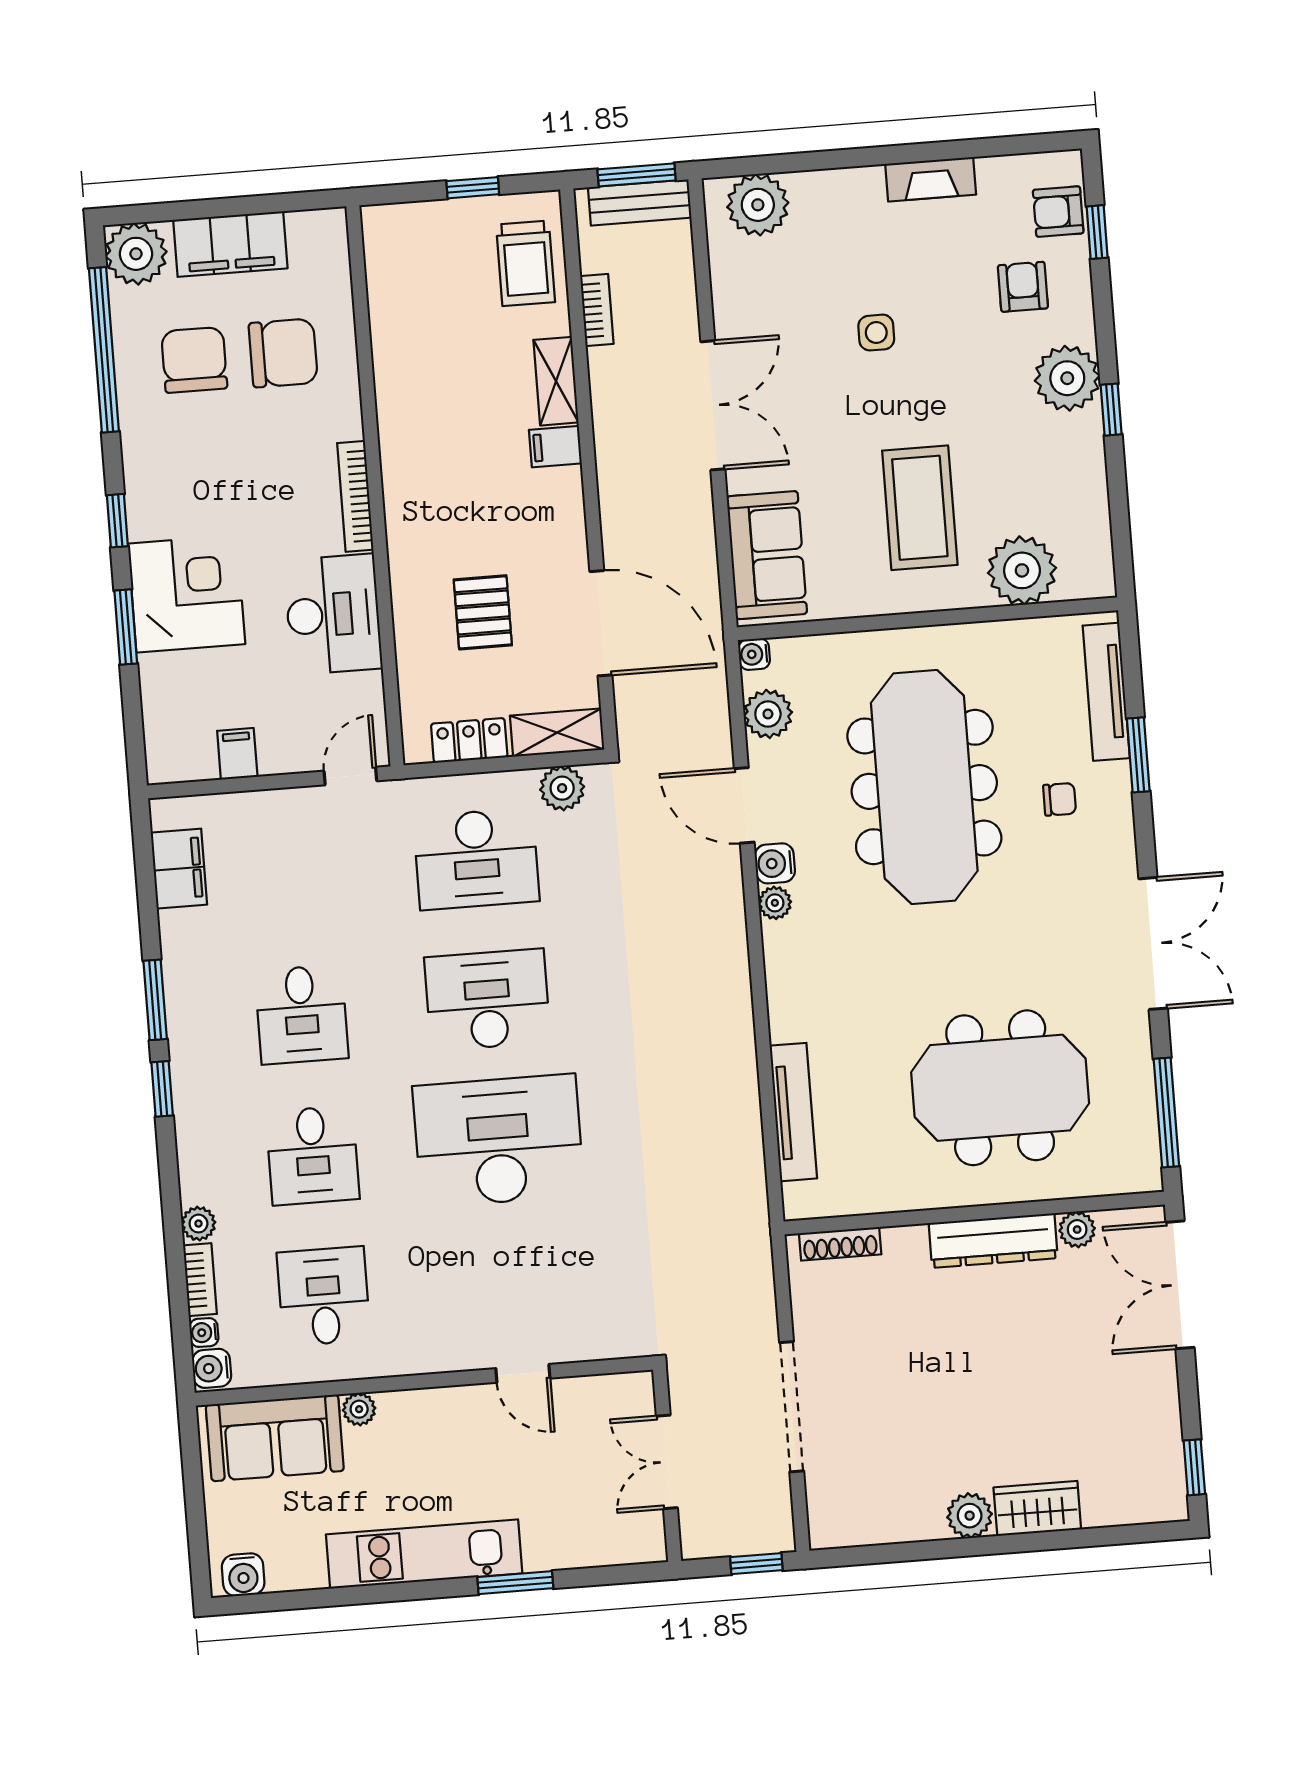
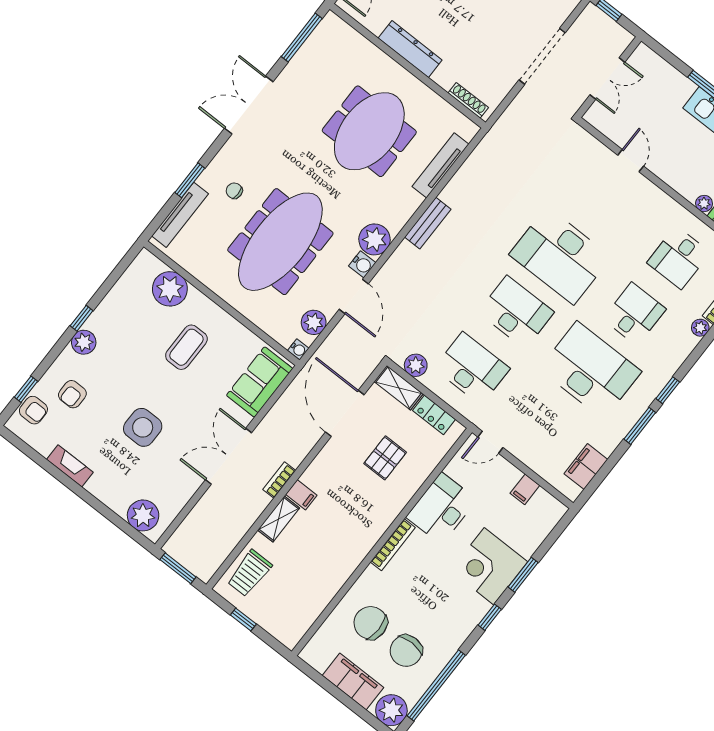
bench: (640, 203) -> (428, 223), moved, turned 90
trolley: (526, 263) -> (250, 573), turned 180
bookcase: (597, 310) -> (279, 480), moved
side table: (876, 333) -> (143, 427), width x1.87, depth x1.87
plant: (1067, 378) -> (84, 342), width x0.73, depth x0.73
coffee table: (920, 508) -> (186, 347), width x0.73, depth x0.76
plant: (775, 903) -> (375, 239), width x1.87, depth x1.87
desk: (487, 1000) -> (516, 312), turned 180
desk: (302, 1014) -> (590, 370), width x1.87, depth x1.30
meeting table: (1000, 1088) -> (369, 131), moved, turned 90
plant: (1077, 1230) -> (375, 24), removed

